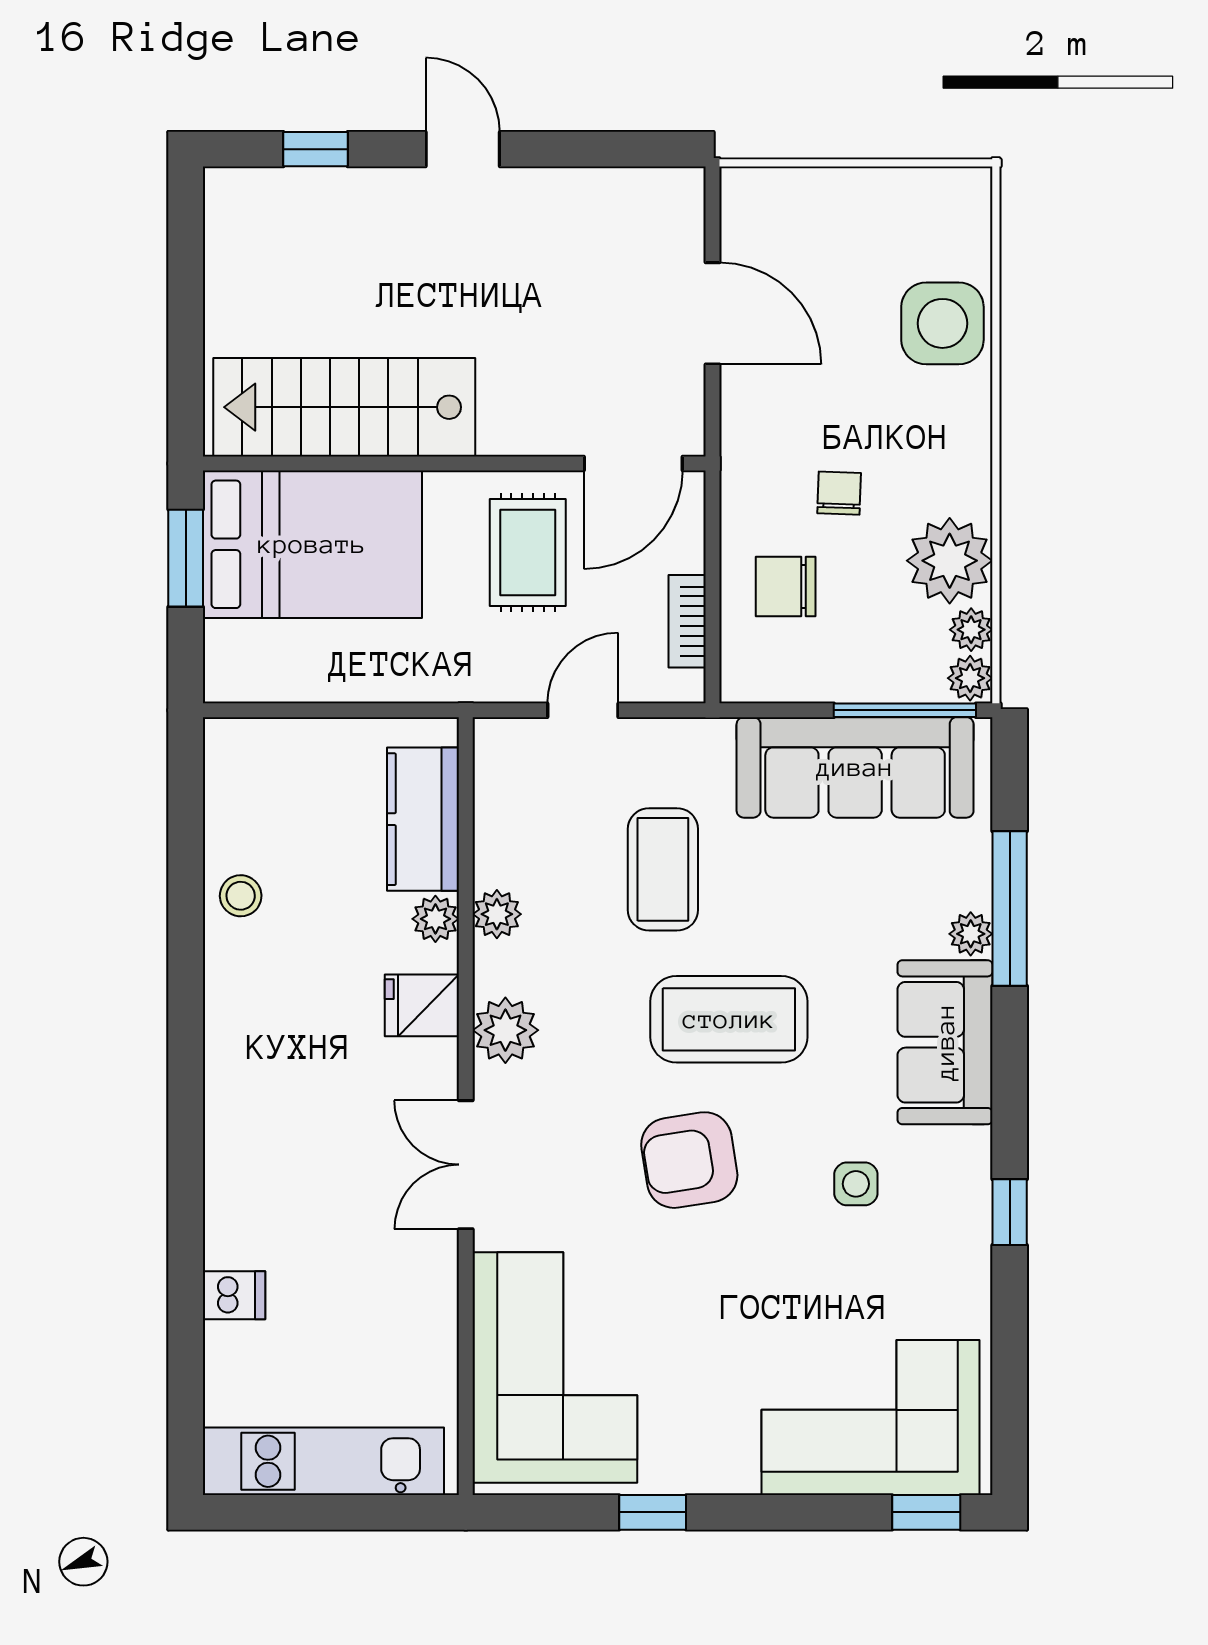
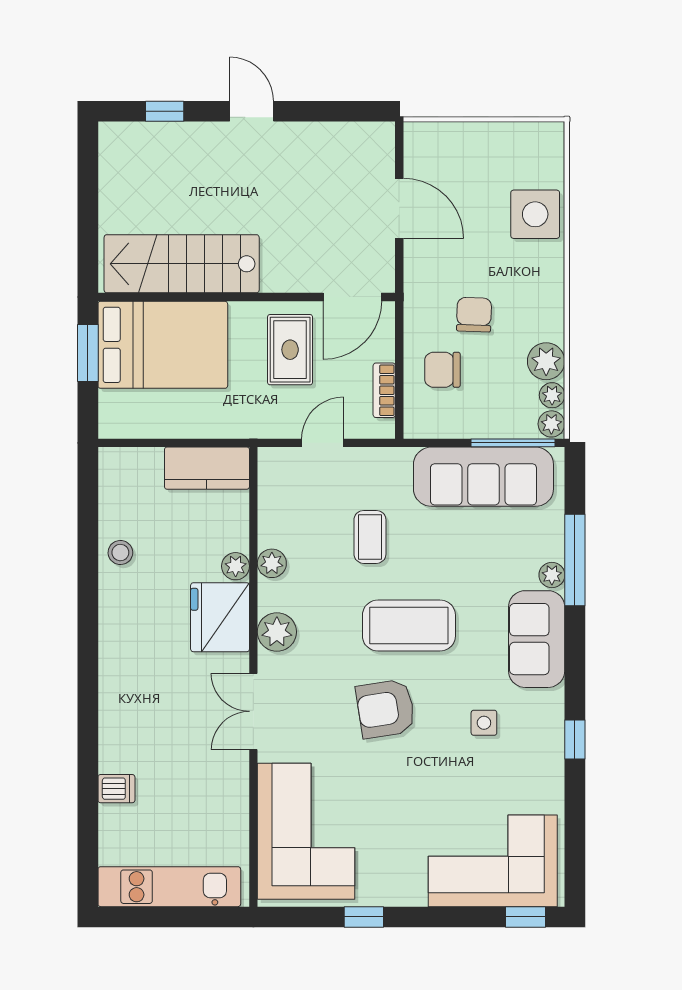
chair: (839, 493) -> (474, 315), width x1.37, depth x1.37
plant: (950, 561) -> (546, 361), width x0.73, depth x0.73
kitchen counter: (423, 819) -> (207, 468), moved, turned -90
coffee table: (663, 869) -> (370, 537), width x0.73, depth x0.77
fridge: (422, 1005) -> (220, 617), width x1.88, depth x1.34

